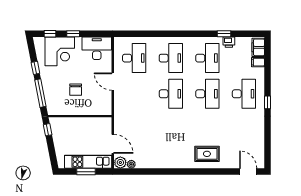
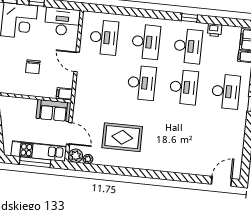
window: (224, 34) -> (189, 18), moved
filing cabinet: (105, 110) -> (64, 94), added
sofa: (97, 126) -> (54, 111), added
rug: (207, 154) -> (122, 137), moved, width x1.36, depth x1.43
window: (86, 172) -> (35, 162), width x1.44
door: (248, 172) -> (221, 181), hinge flipped

